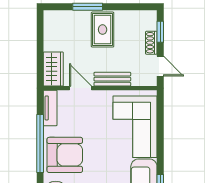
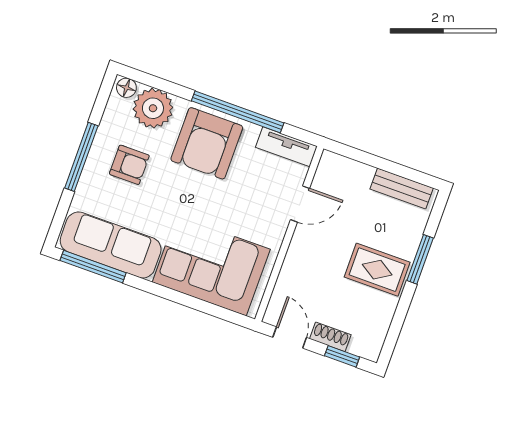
door: (160, 66) -> (290, 337), swing flipped
wardrobe: (53, 69) -> (344, 173), removed
bench: (112, 79) -> (402, 189), moved, turned 90

